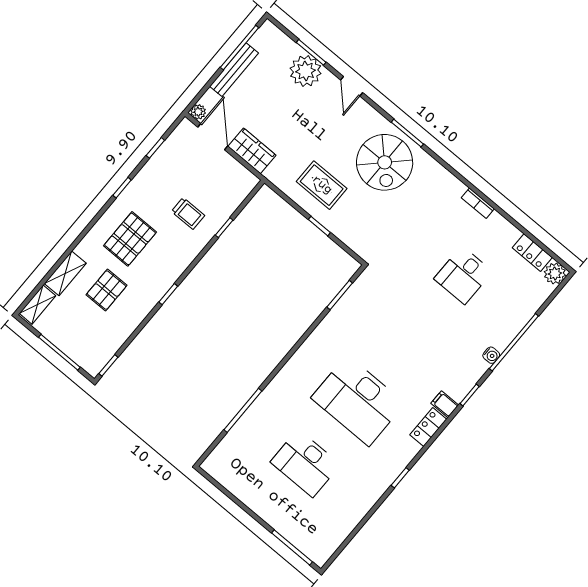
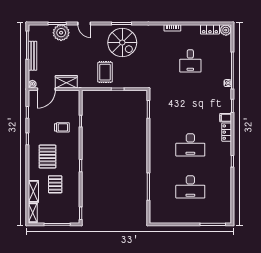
door: (213, 137) -> (46, 89), swing flipped
rug: (322, 185) -> (105, 72), turned 90
desk: (358, 401) -> (190, 145), width x0.73, depth x0.77

